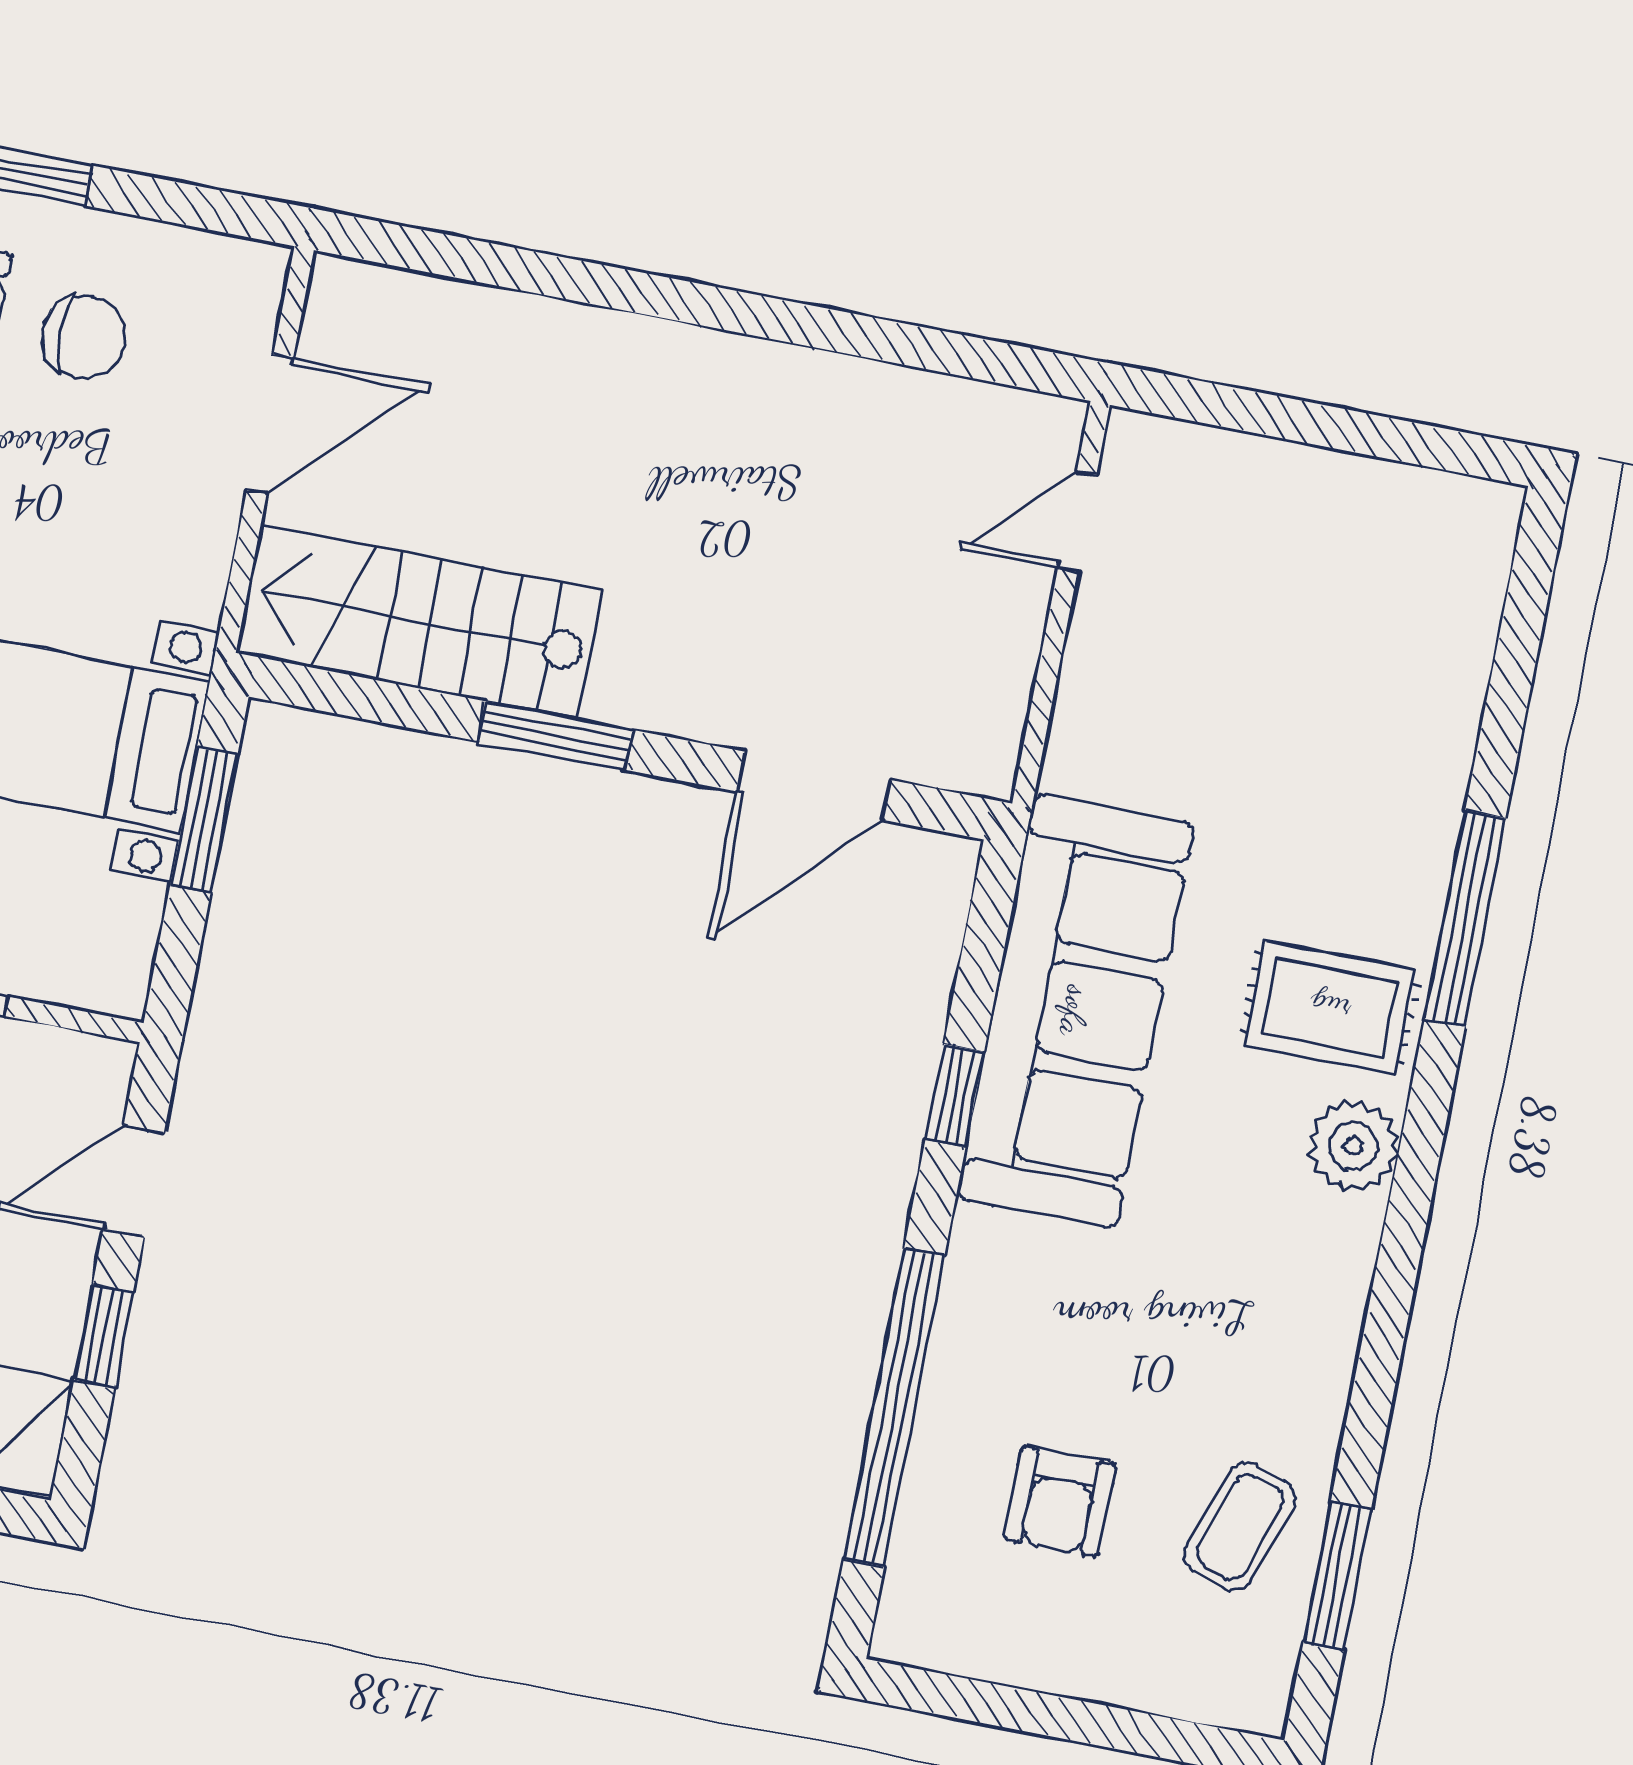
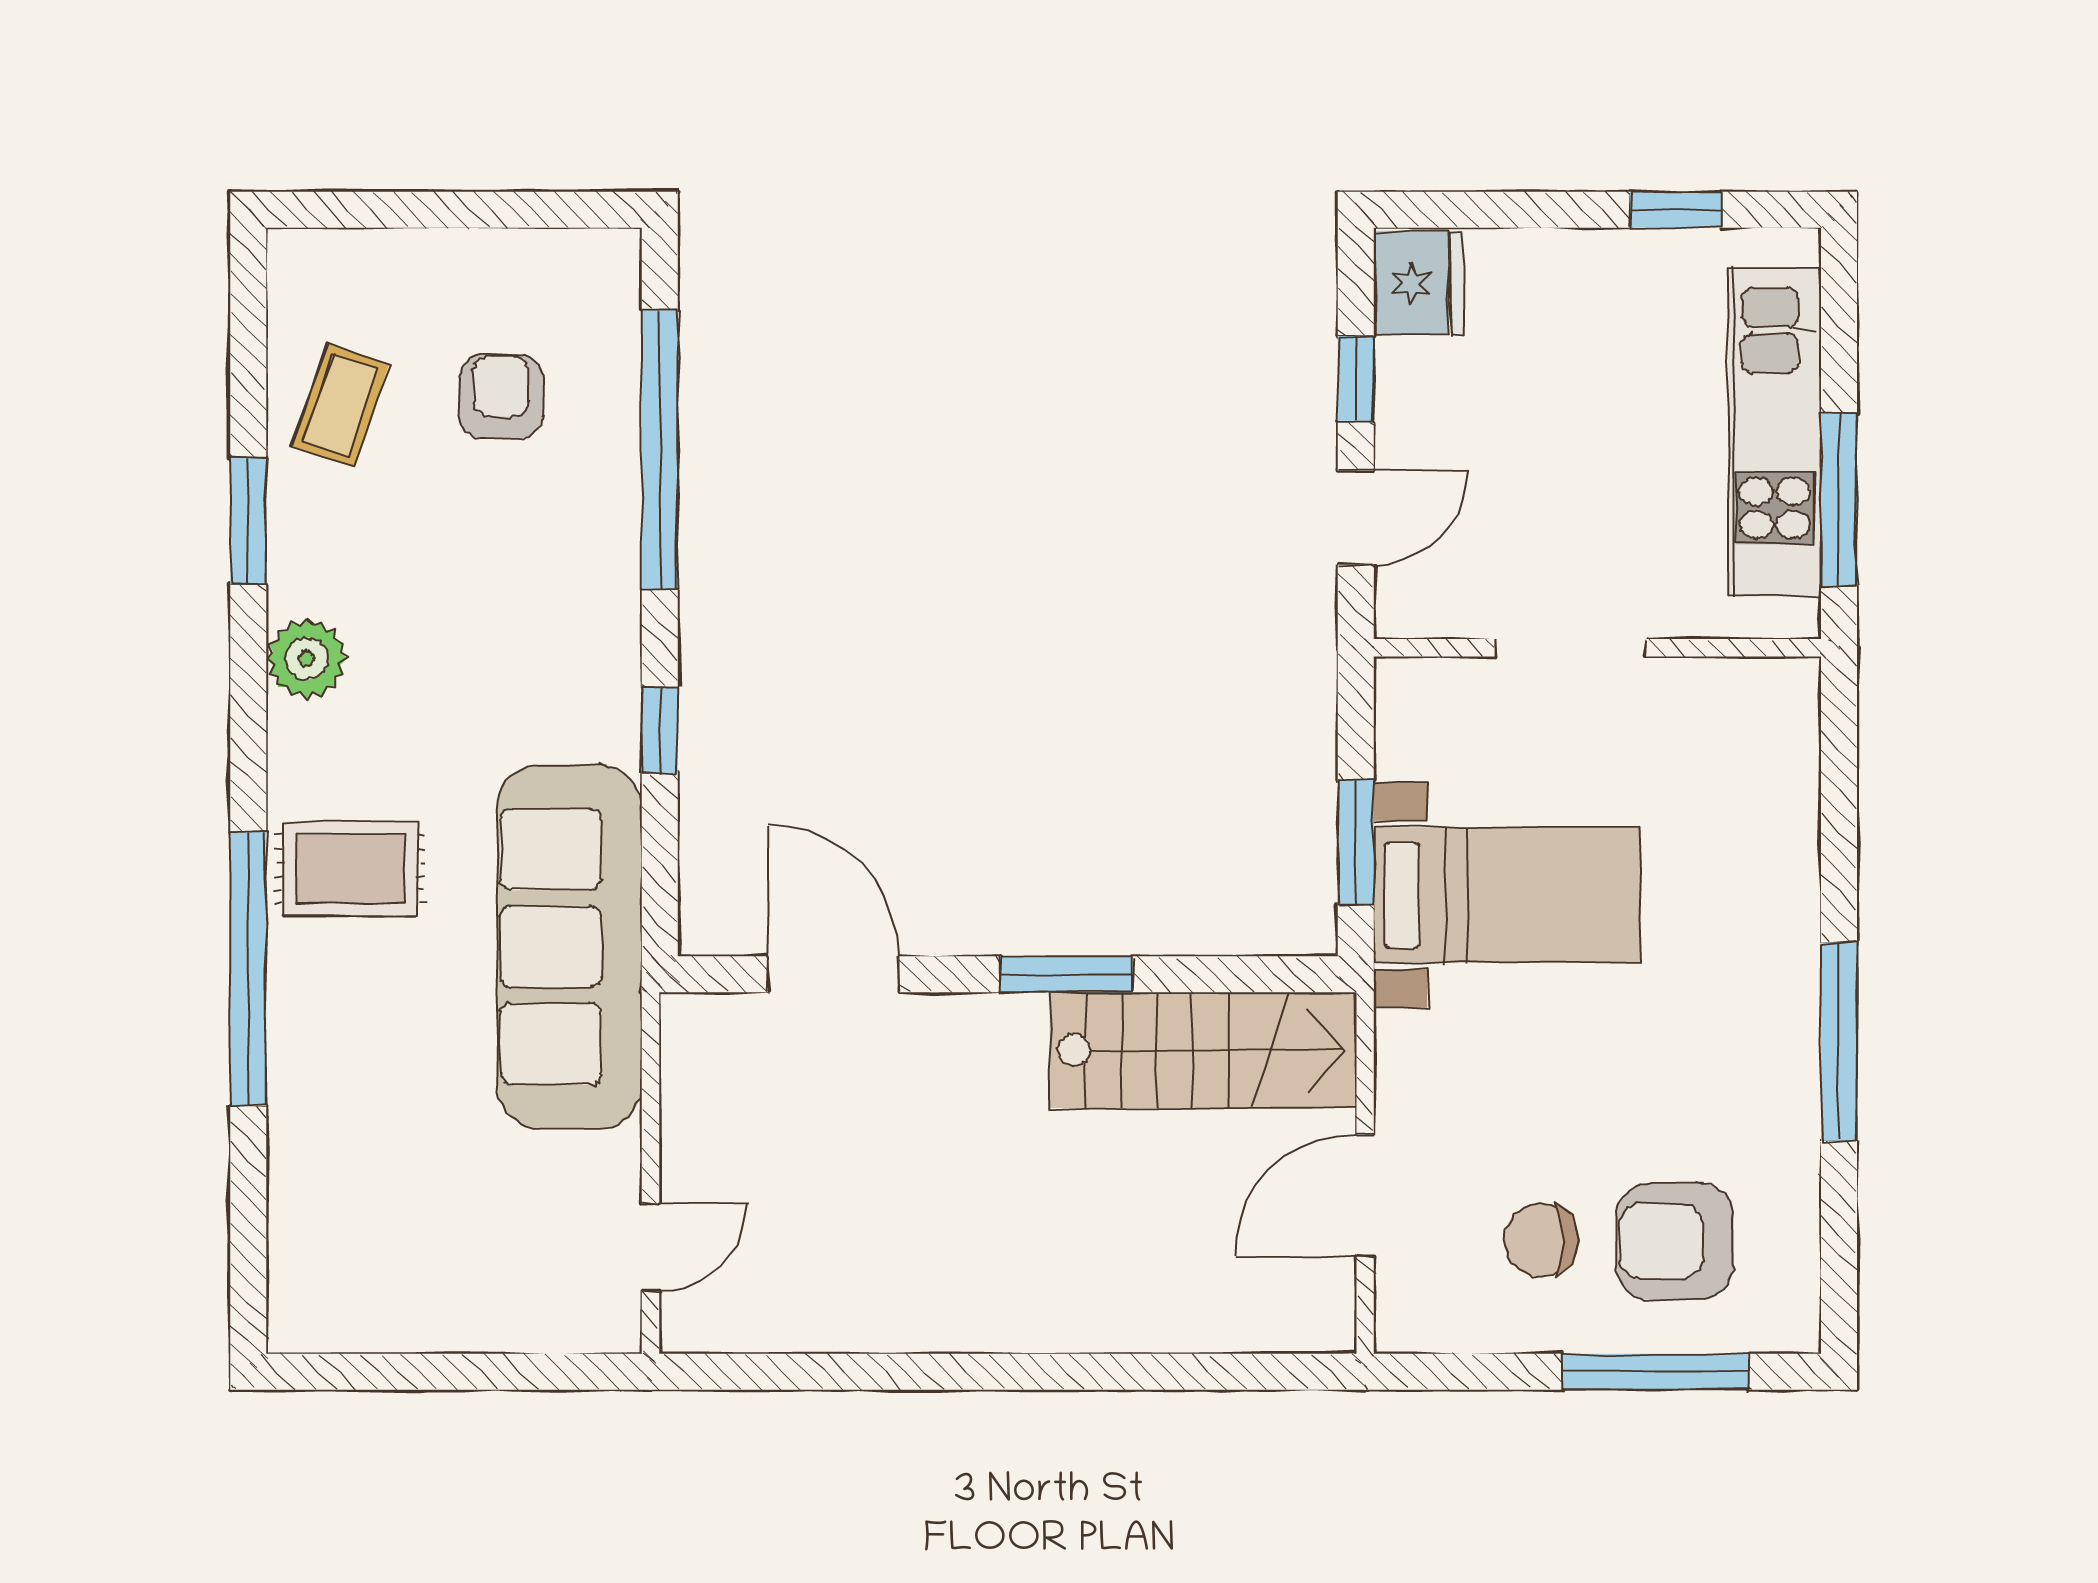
door: (814, 786) -> (834, 974), hinge flipped
window: (1465, 919) -> (248, 969), width x1.46
sofa: (1075, 1011) -> (570, 947), moved
plant: (1353, 1146) -> (306, 659), moved
window: (1337, 1576) -> (248, 521), moved

